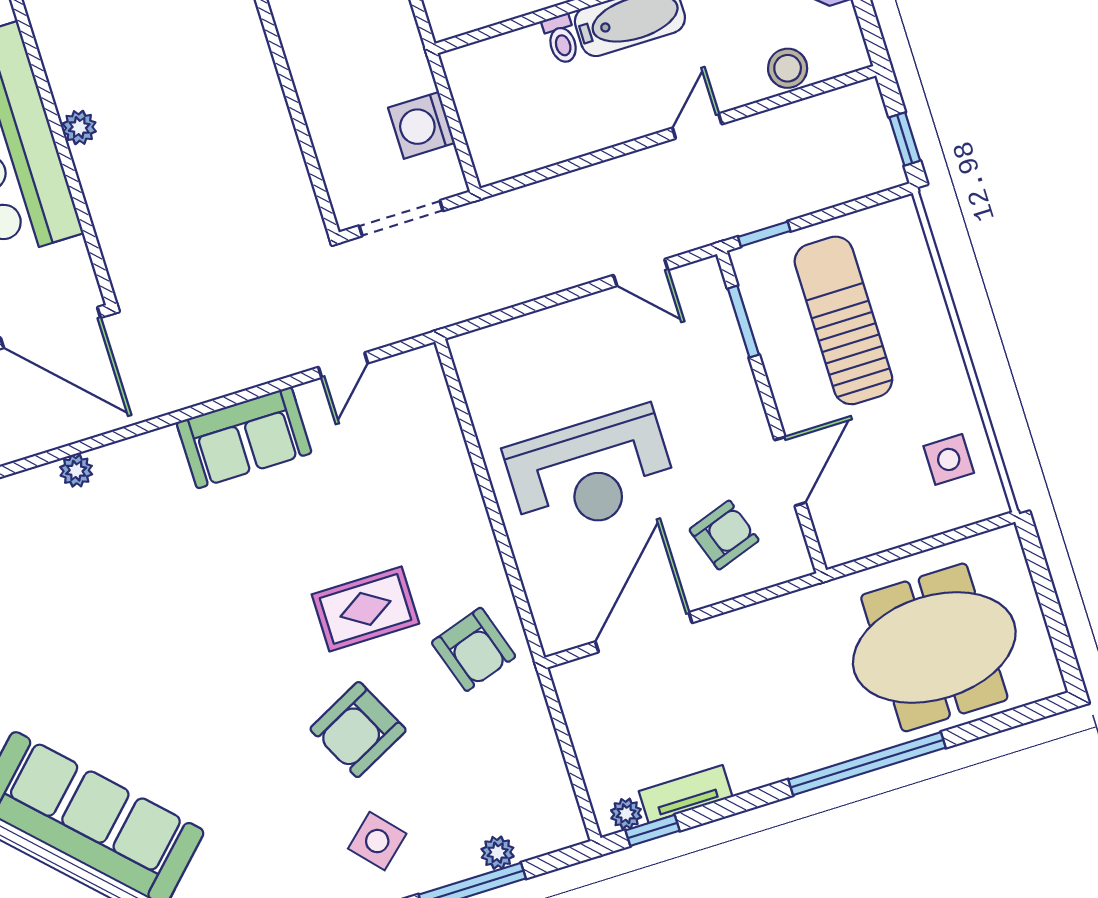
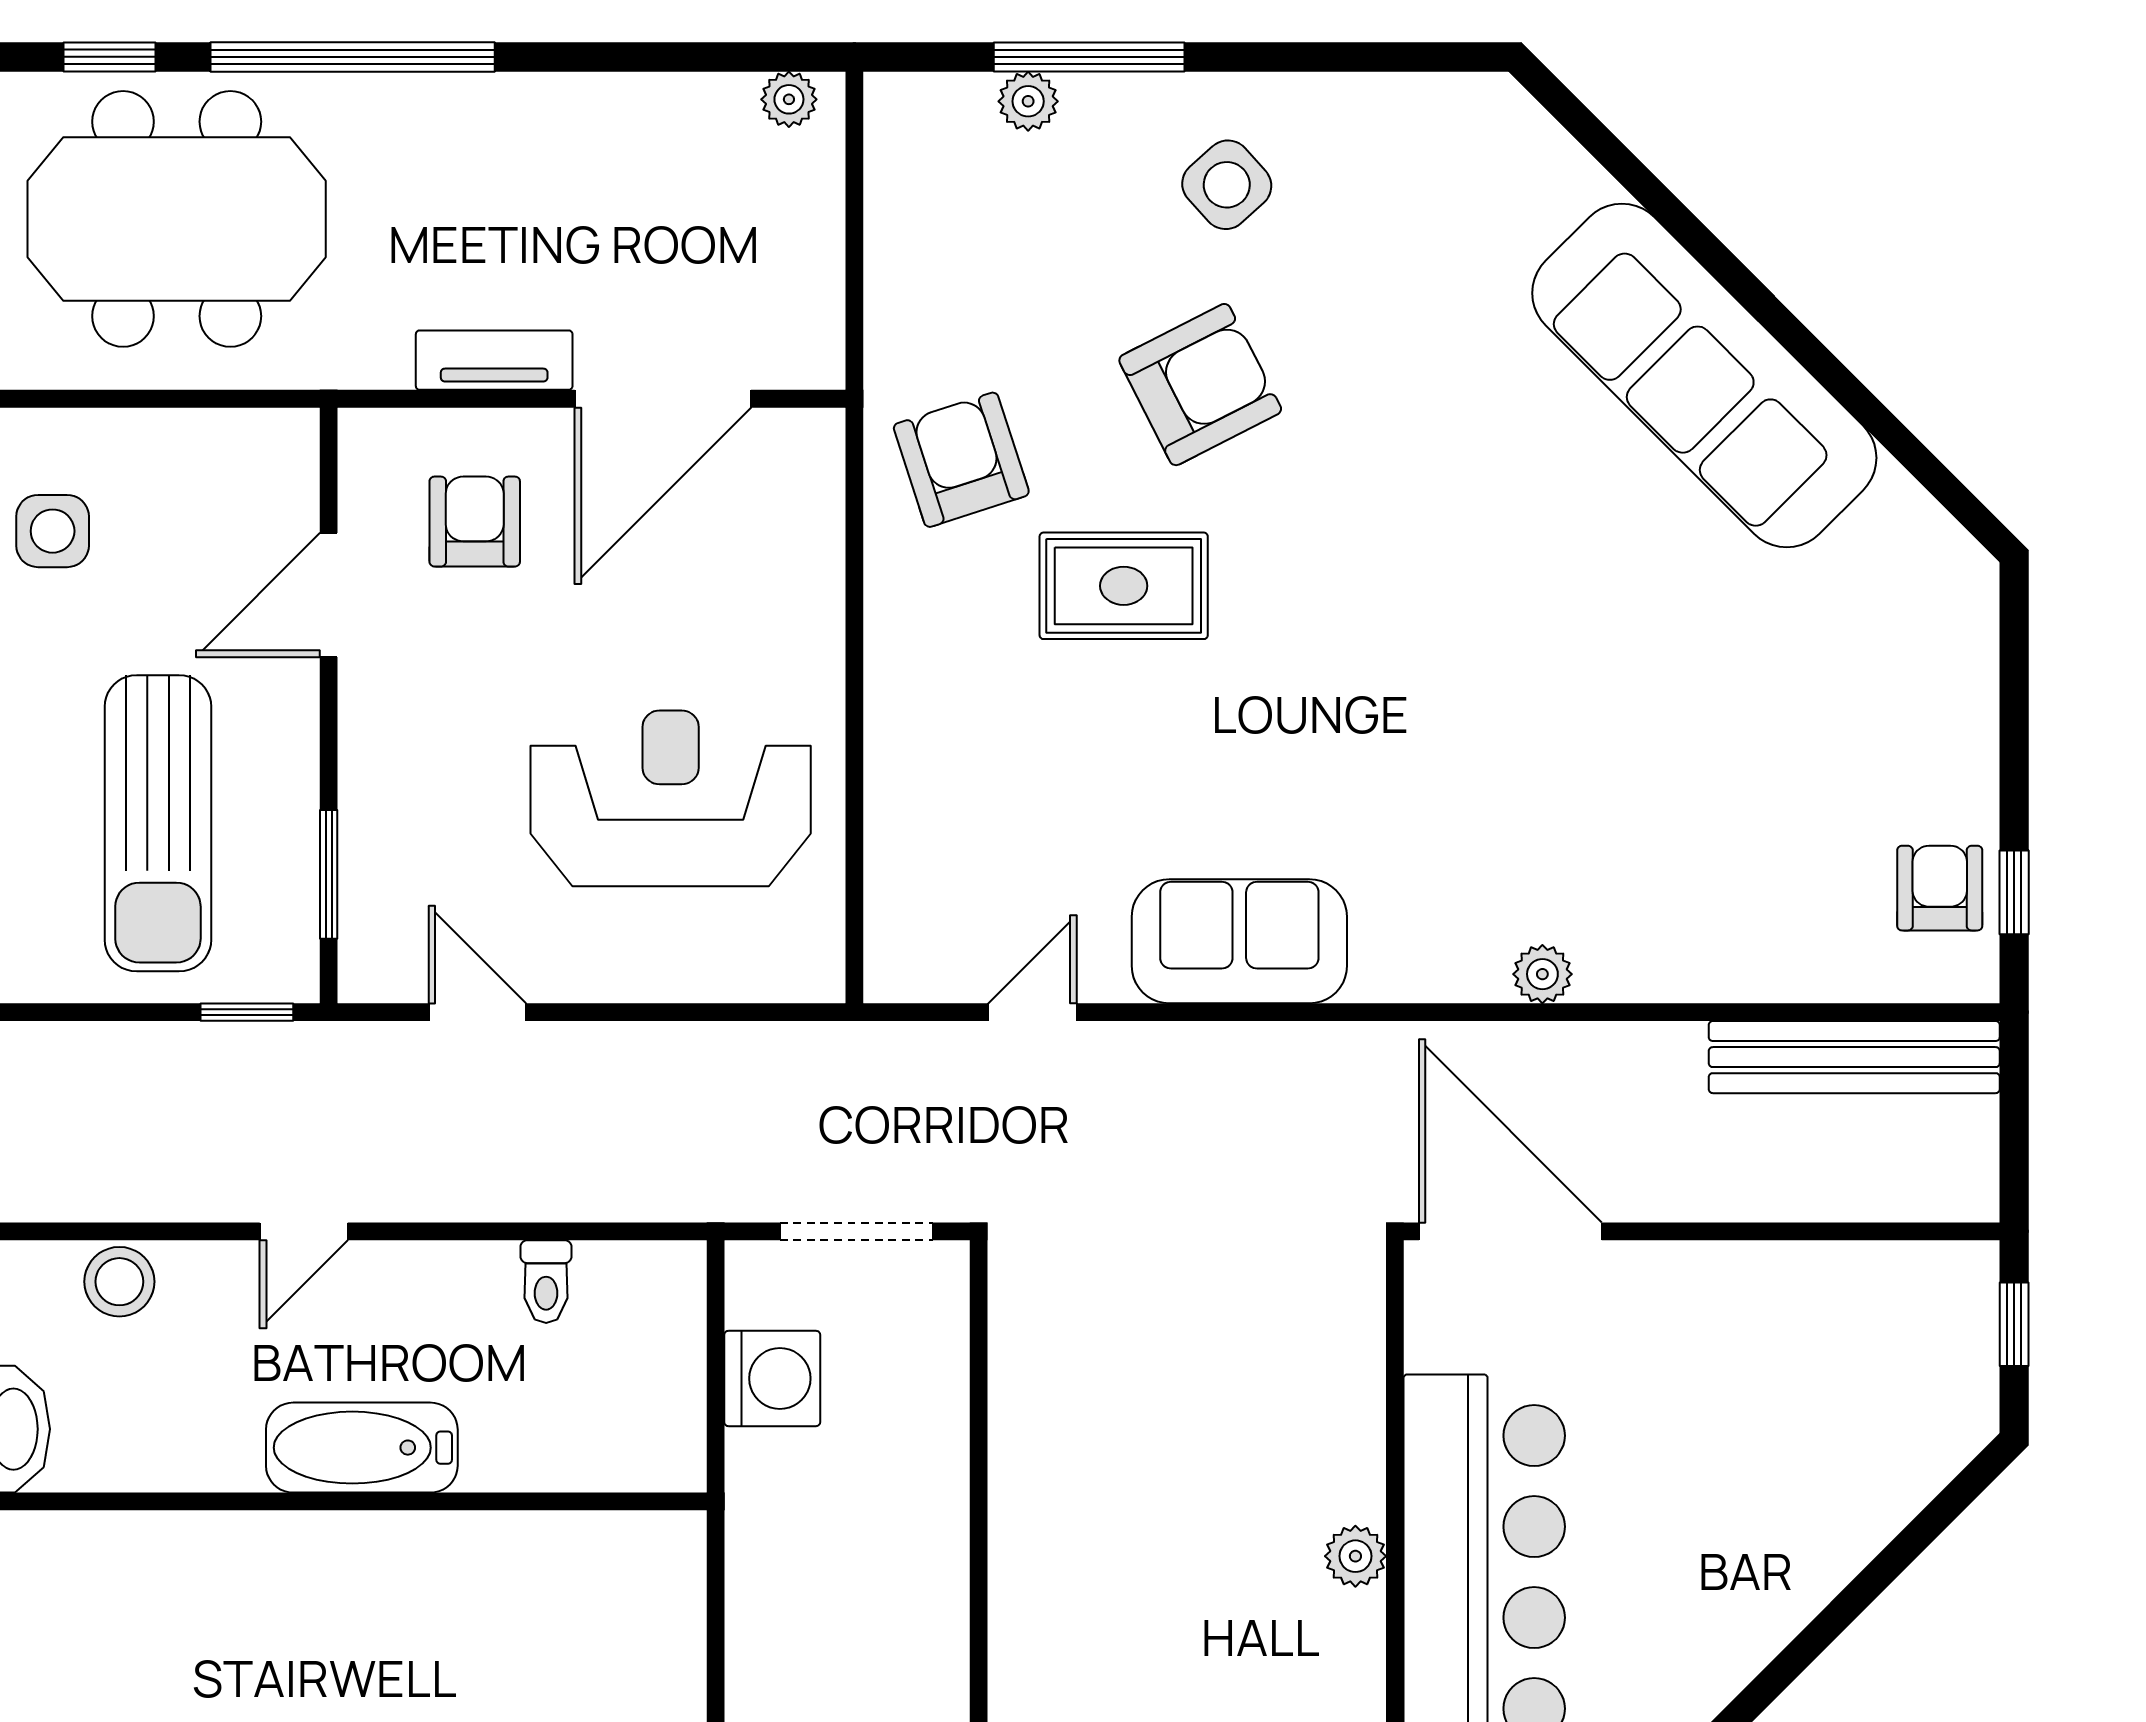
toilet: (561, 39) -> (546, 1282), moved, turned 180
reception desk: (591, 472) -> (671, 798), moved
armchair: (724, 535) -> (475, 522), turned 109
tv unit: (686, 794) -> (494, 360), moved, turned 180
window: (653, 830) -> (110, 57), moved

